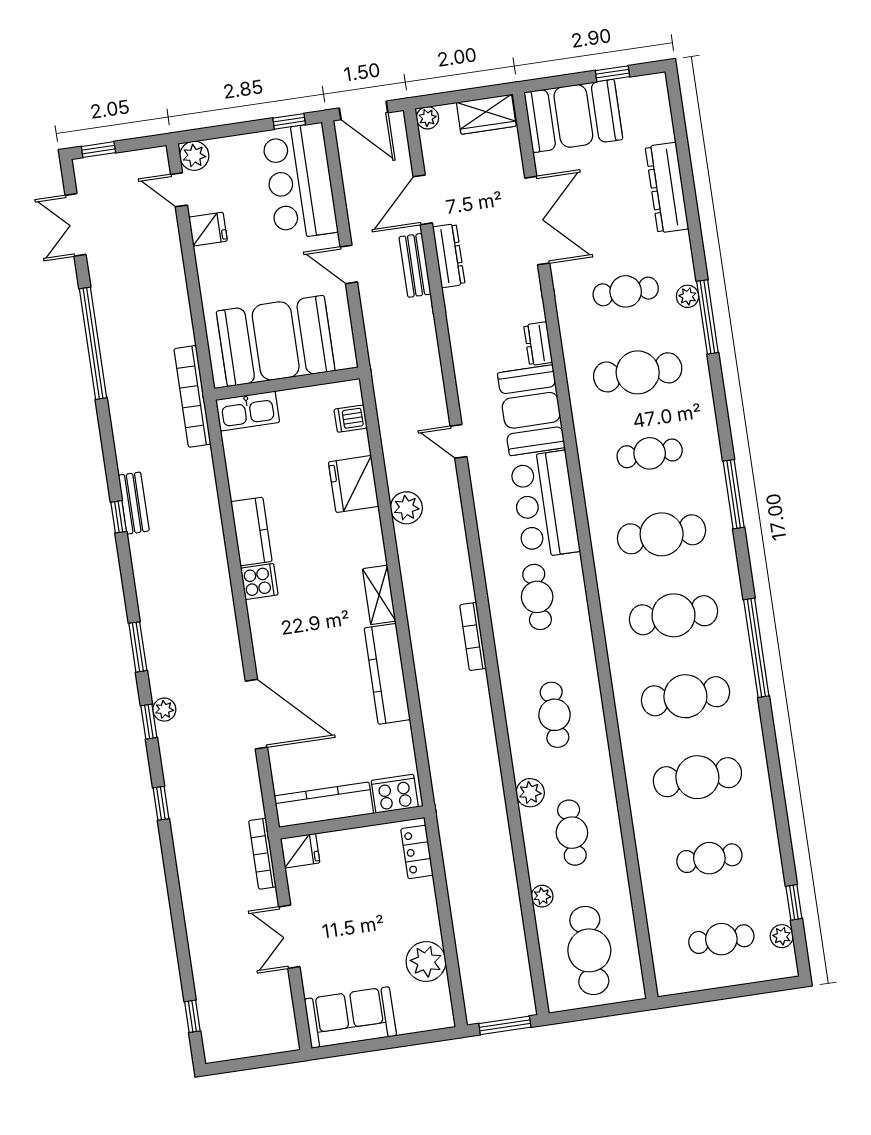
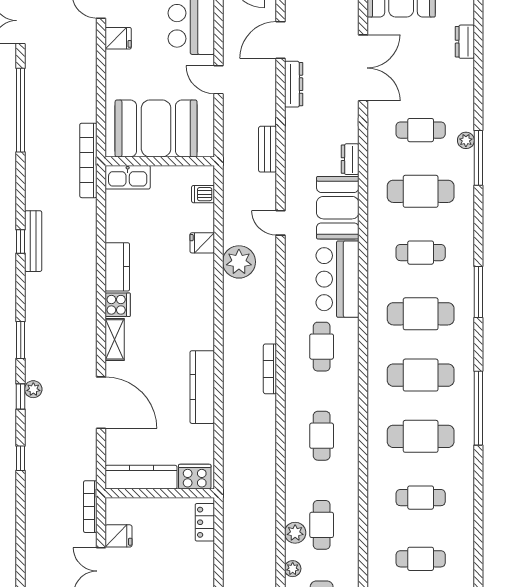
dresser: (667, 188) -> (465, 42), width x0.51, depth x0.80
bench: (415, 265) -> (267, 149), moved
fridge: (354, 484) -> (202, 243), width x0.53, depth x0.75
bench: (134, 503) -> (33, 241), width x1.36
plant: (406, 508) -> (239, 262), width x1.36, depth x1.36
shelving: (379, 595) -> (115, 339), moved
cafe table: (697, 777) -> (421, 498), width x0.73, depth x0.74
plant: (530, 793) -> (295, 533), moved
fridge: (300, 851) -> (118, 536), moved

